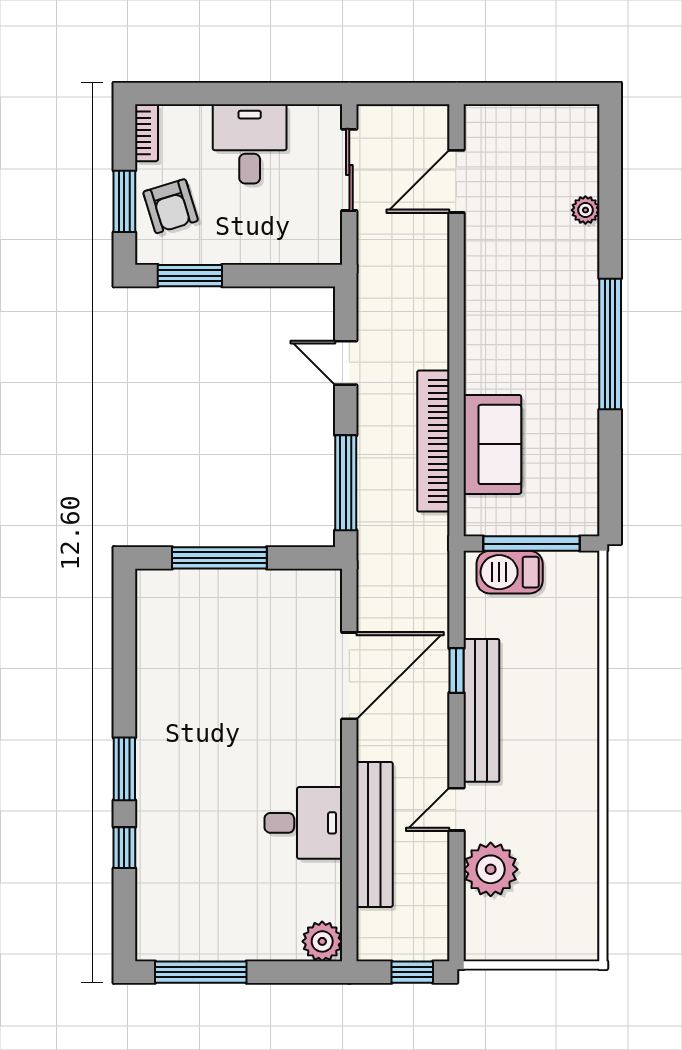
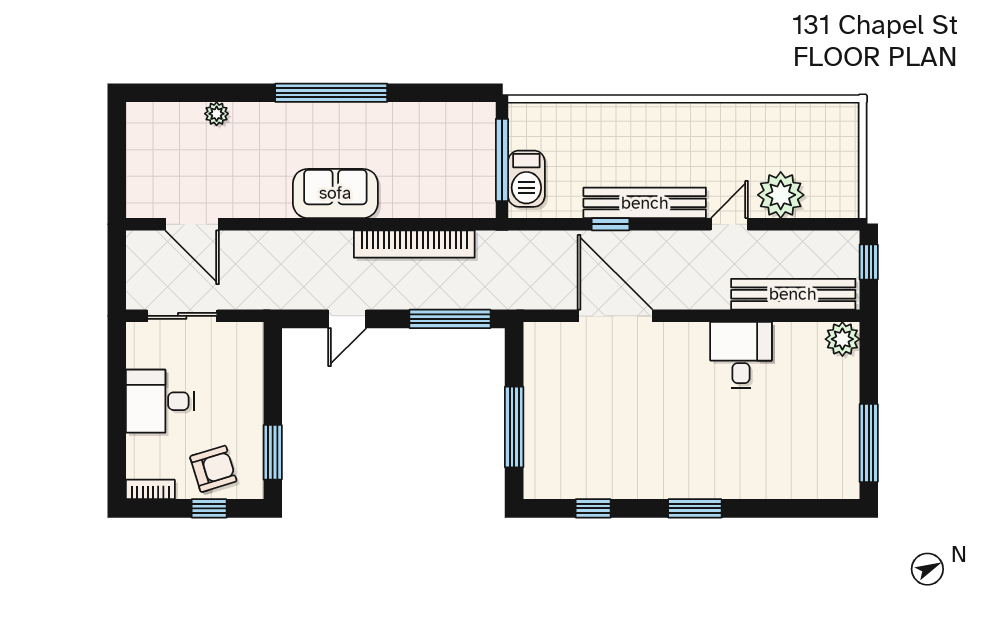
window: (124, 201) -> (209, 508), width x0.67
sofa: (492, 444) -> (335, 193), moved
door: (456, 809) -> (729, 224), swing flipped
bench: (375, 834) -> (793, 294), moved
window: (124, 848) -> (593, 508), moved

